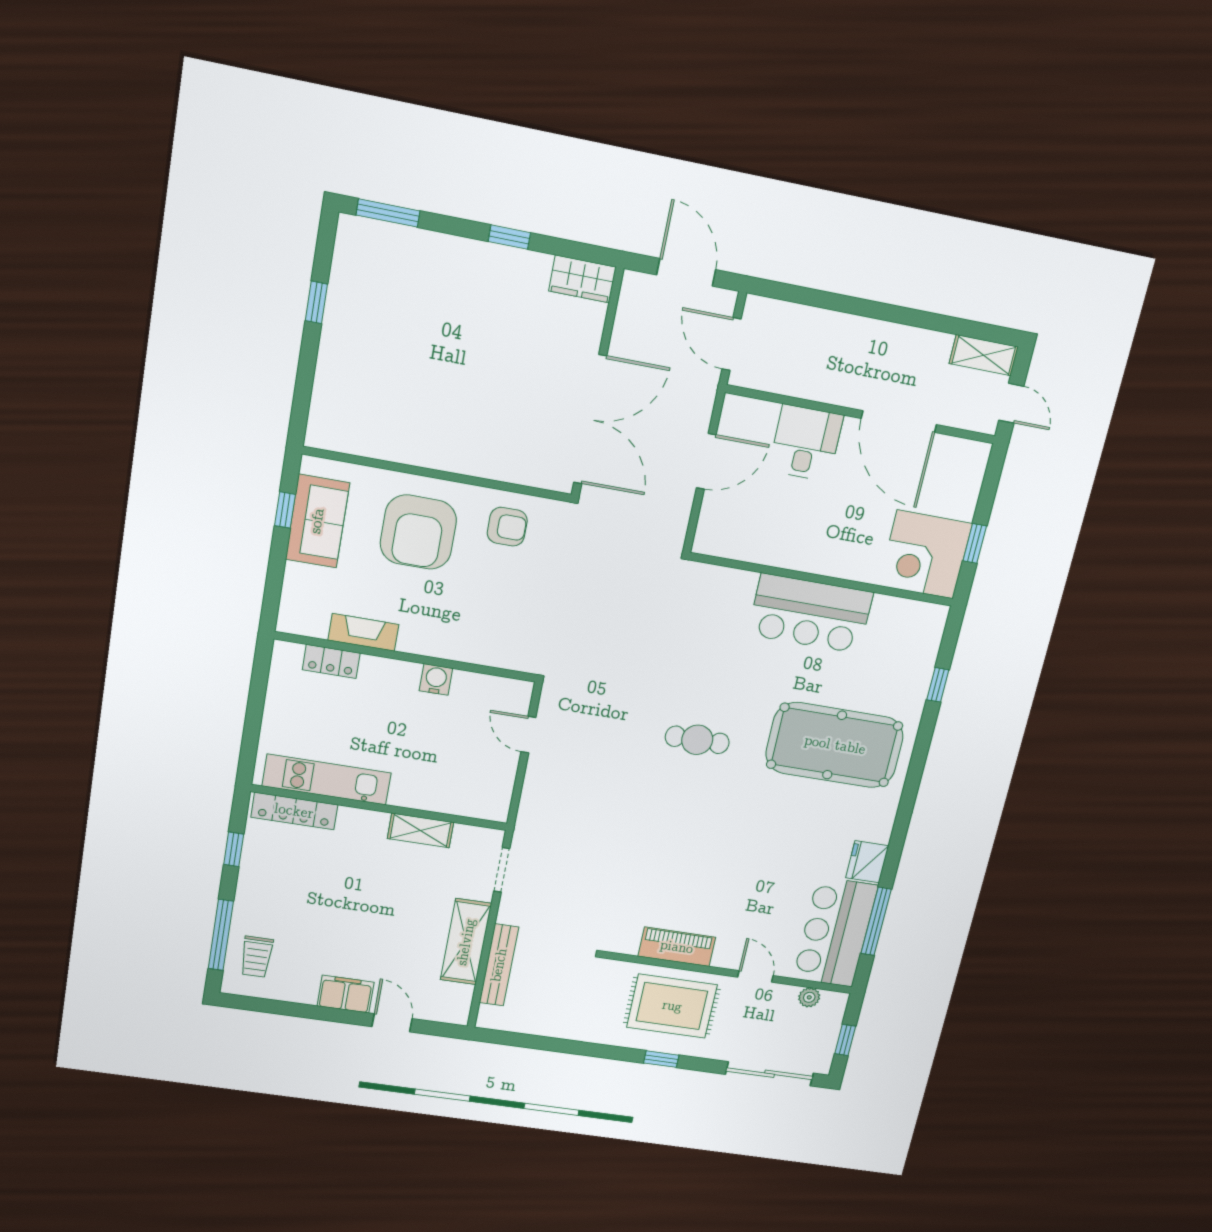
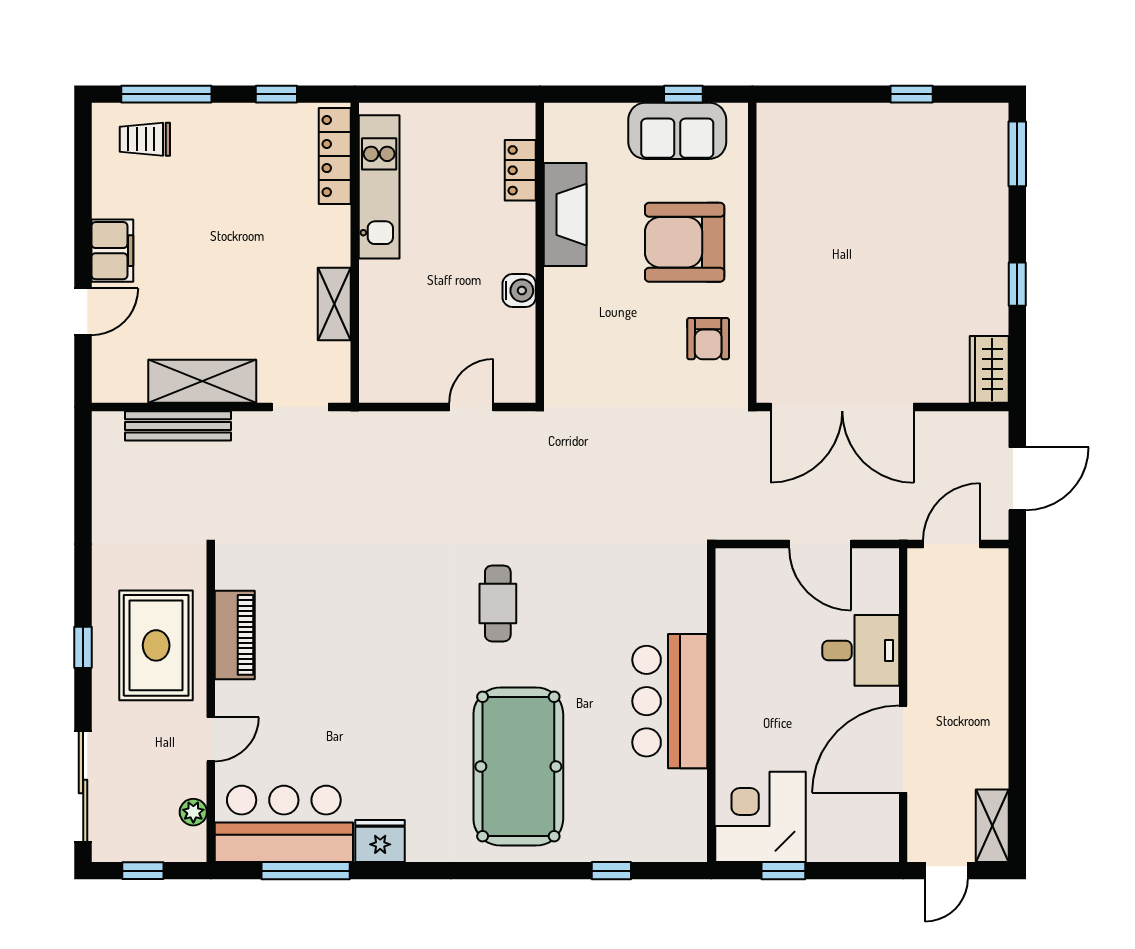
fireplace: (363, 632) -> (565, 215), width x1.37, depth x1.32

